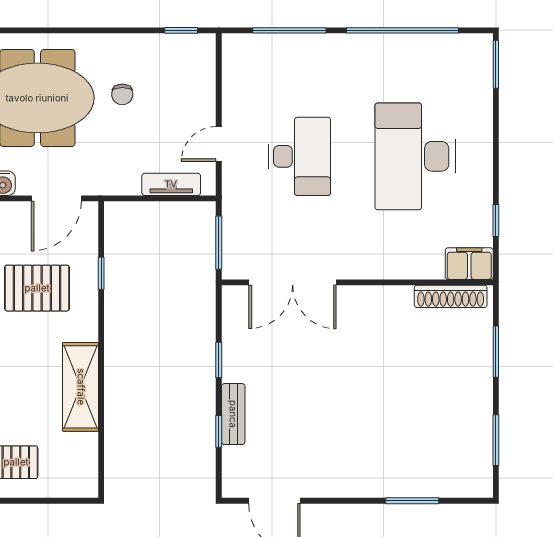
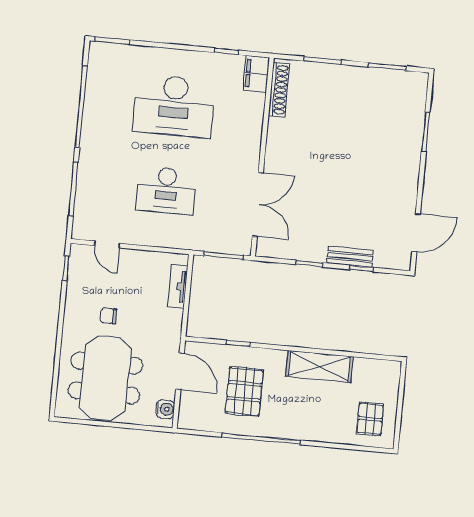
chair: (122, 94) -> (109, 316), turned 180
door: (219, 144) -> (107, 244), moved
desk: (300, 156) -> (166, 190), turned 180

